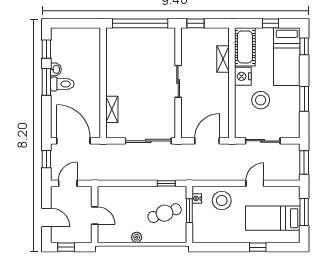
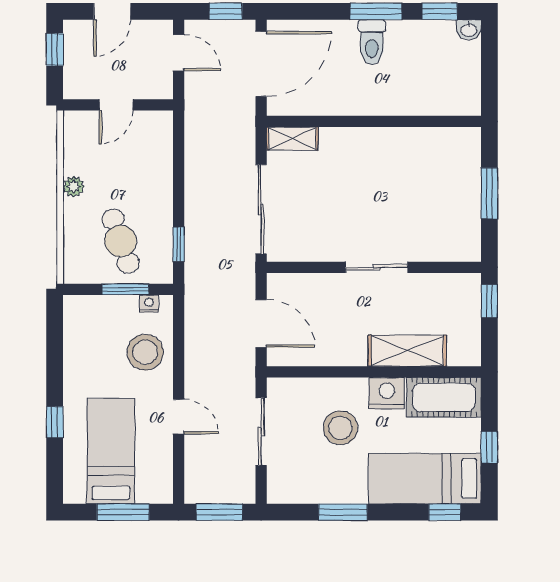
window: (140, 23) -> (489, 193), width x0.47
shelving: (223, 59) -> (407, 351), width x1.50, depth x1.33
washbasin: (56, 69) -> (469, 30), moved
shelving: (112, 109) -> (292, 139), moved

